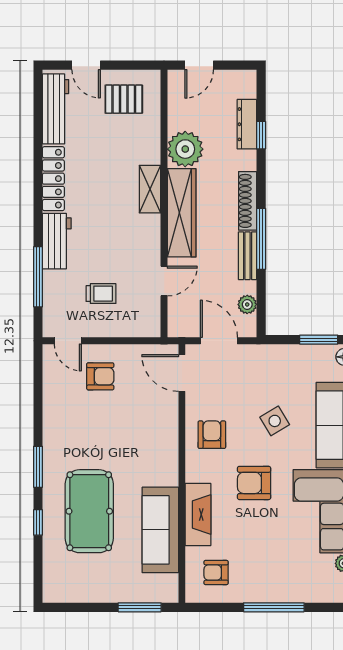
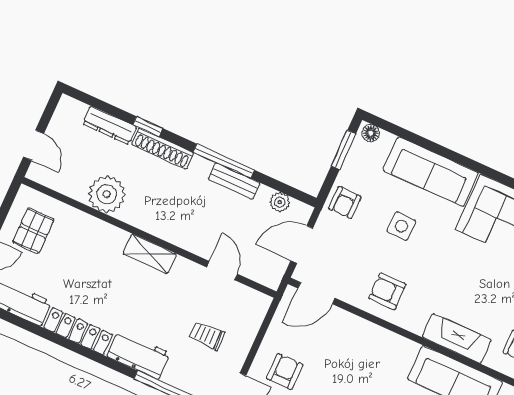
window: (261, 135) -> (148, 127), moved
shelving: (150, 189) -> (150, 254), moved
shoe rack: (248, 201) -> (163, 149), moved
wardrobe: (182, 213) -> (165, 225), removed
trolley: (101, 294) -> (207, 335), turned -91
side table: (275, 421) -> (401, 226), turned 31
armchair: (254, 483) -> (345, 202), moved, width x0.72, depth x0.72

